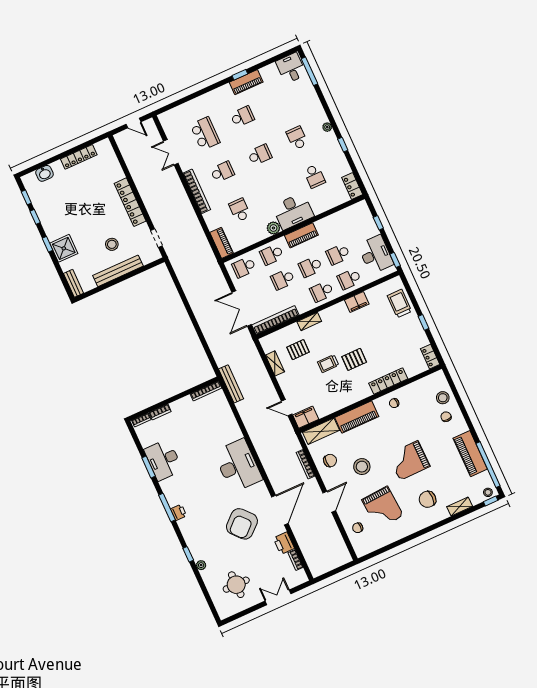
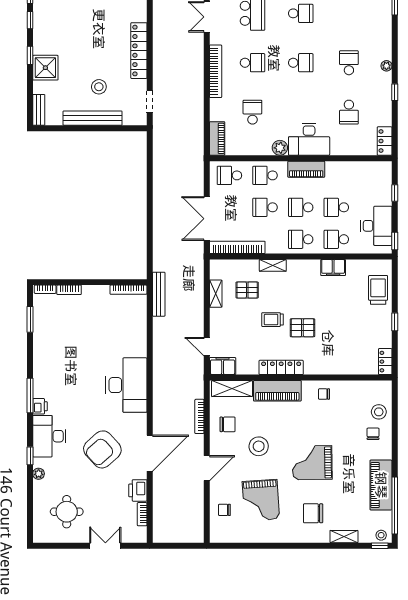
locker: (388, 381) -> (281, 367), moved
desk: (163, 460) -> (49, 436), moved
window: (149, 467) -> (30, 319), moved

